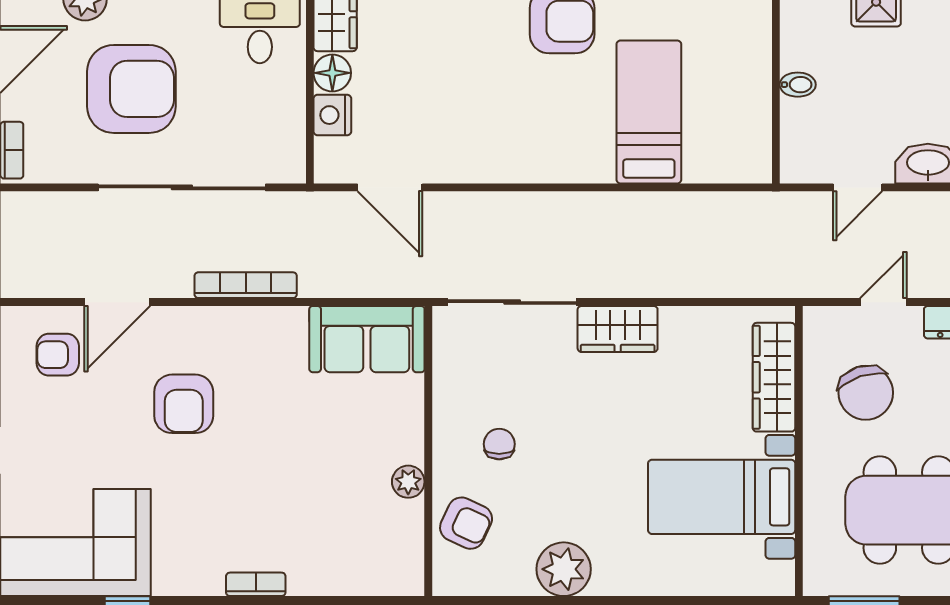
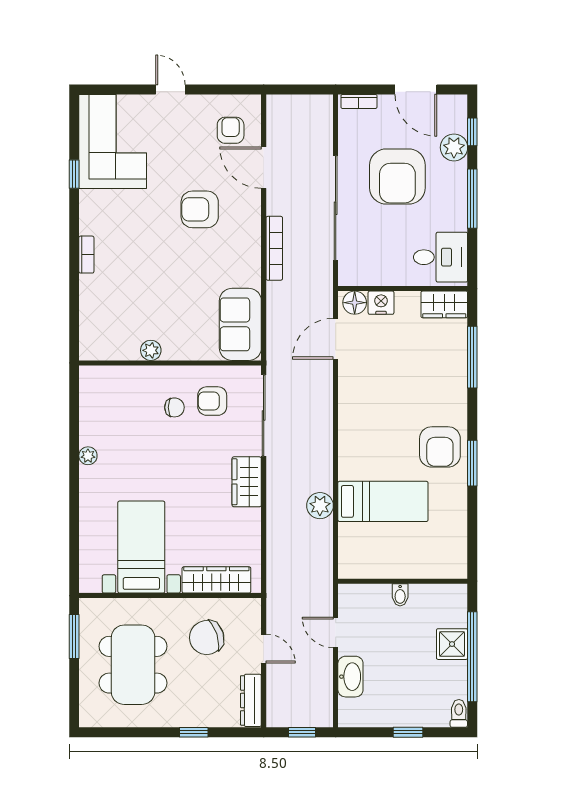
floor lamp: (332, 73) -> (355, 303), moved
plant: (656, 212) -> (320, 506), added
armchair: (466, 523) -> (212, 401), moved, turned 65
plant: (564, 569) -> (88, 456), width x0.53, depth x0.53

